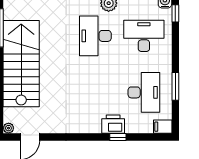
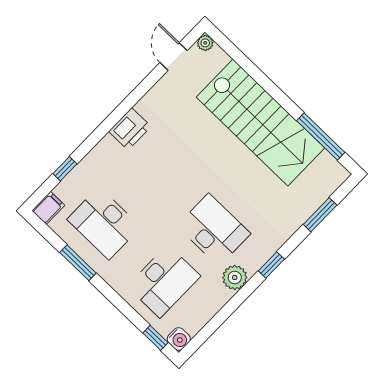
printer: (113, 124) -> (130, 129), moved
window: (118, 137) -> (65, 169), moved

